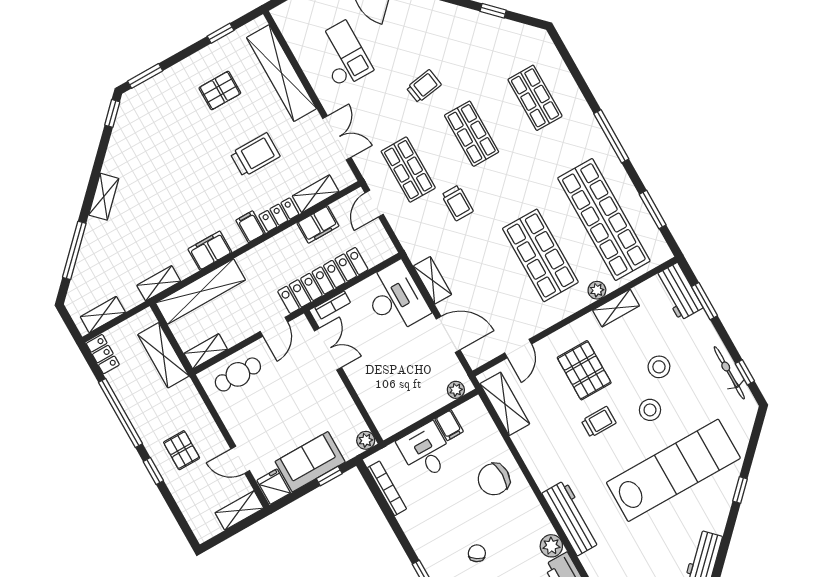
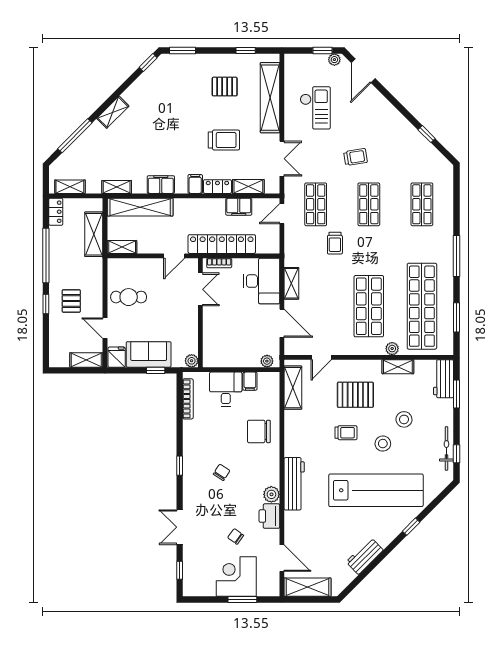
pallet: (584, 370) -> (355, 395), turned 90
cafe table: (238, 374) -> (129, 297), moved

